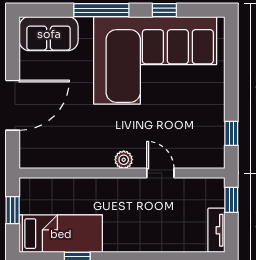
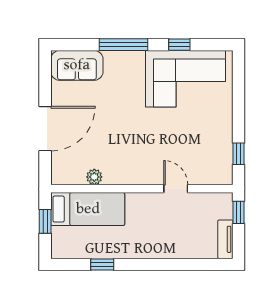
corner sofa: (155, 60) -> (186, 79), width x0.73, depth x0.74
plant: (124, 160) -> (94, 177), moved
bed: (61, 234) -> (88, 209), moved

